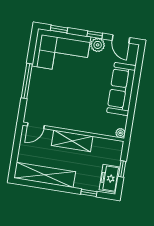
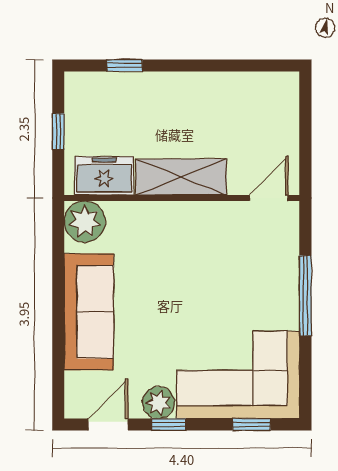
door: (121, 39) -> (108, 425), hinge flipped
plant: (120, 133) -> (85, 221), width x1.88, depth x1.88
shelving: (45, 175) -> (231, 90), removed
freezer: (109, 178) -> (104, 176), moved, turned -90

